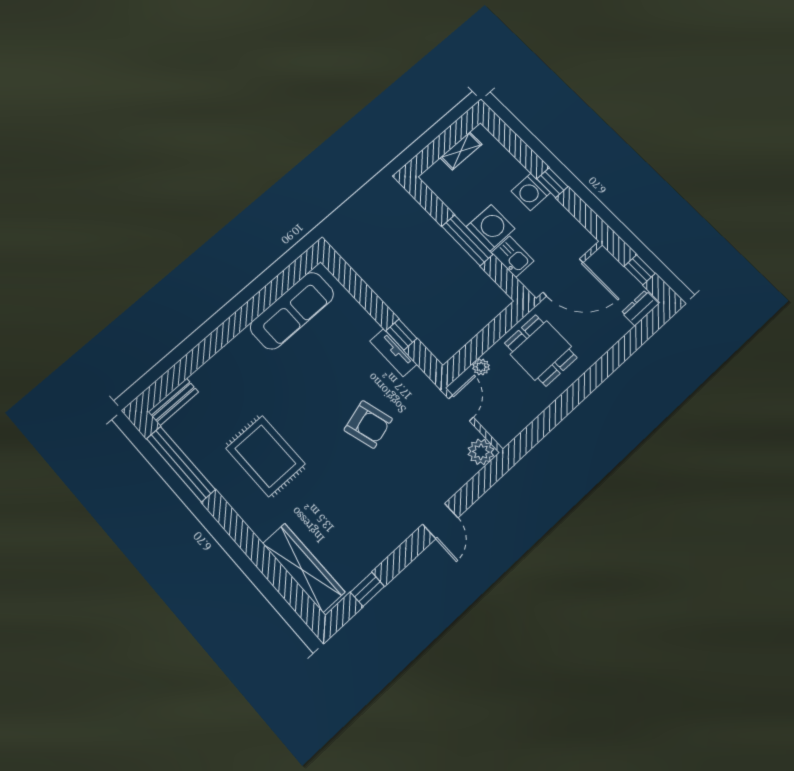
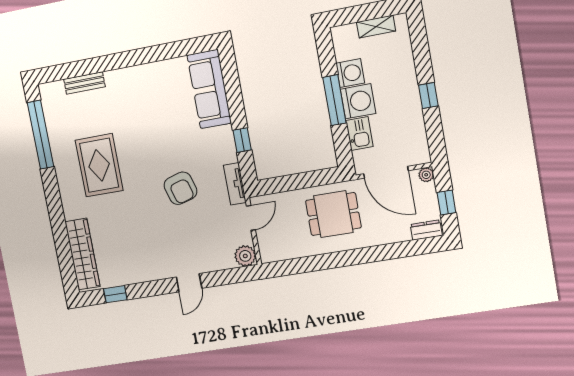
washing machine: (531, 192) -> (350, 73), moved, turned 180
sofa: (292, 311) -> (209, 89), moved, turned 90
dining table: (541, 350) -> (333, 214), turned 90
tv unit: (393, 353) -> (235, 184), moved
plant: (481, 367) -> (426, 175), moved
bench: (173, 402) -> (84, 83), moved

